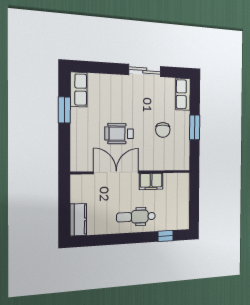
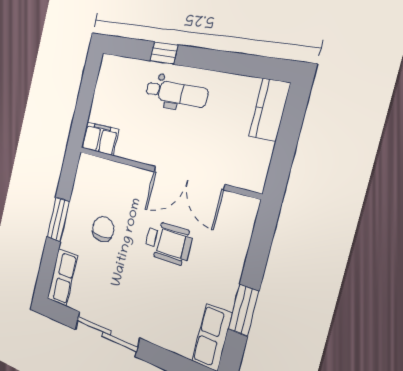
sliding door: (145, 71) -> (107, 334), width x1.37
filing cabinet: (151, 181) -> (100, 139), moved
window: (166, 236) -> (164, 53), moved

